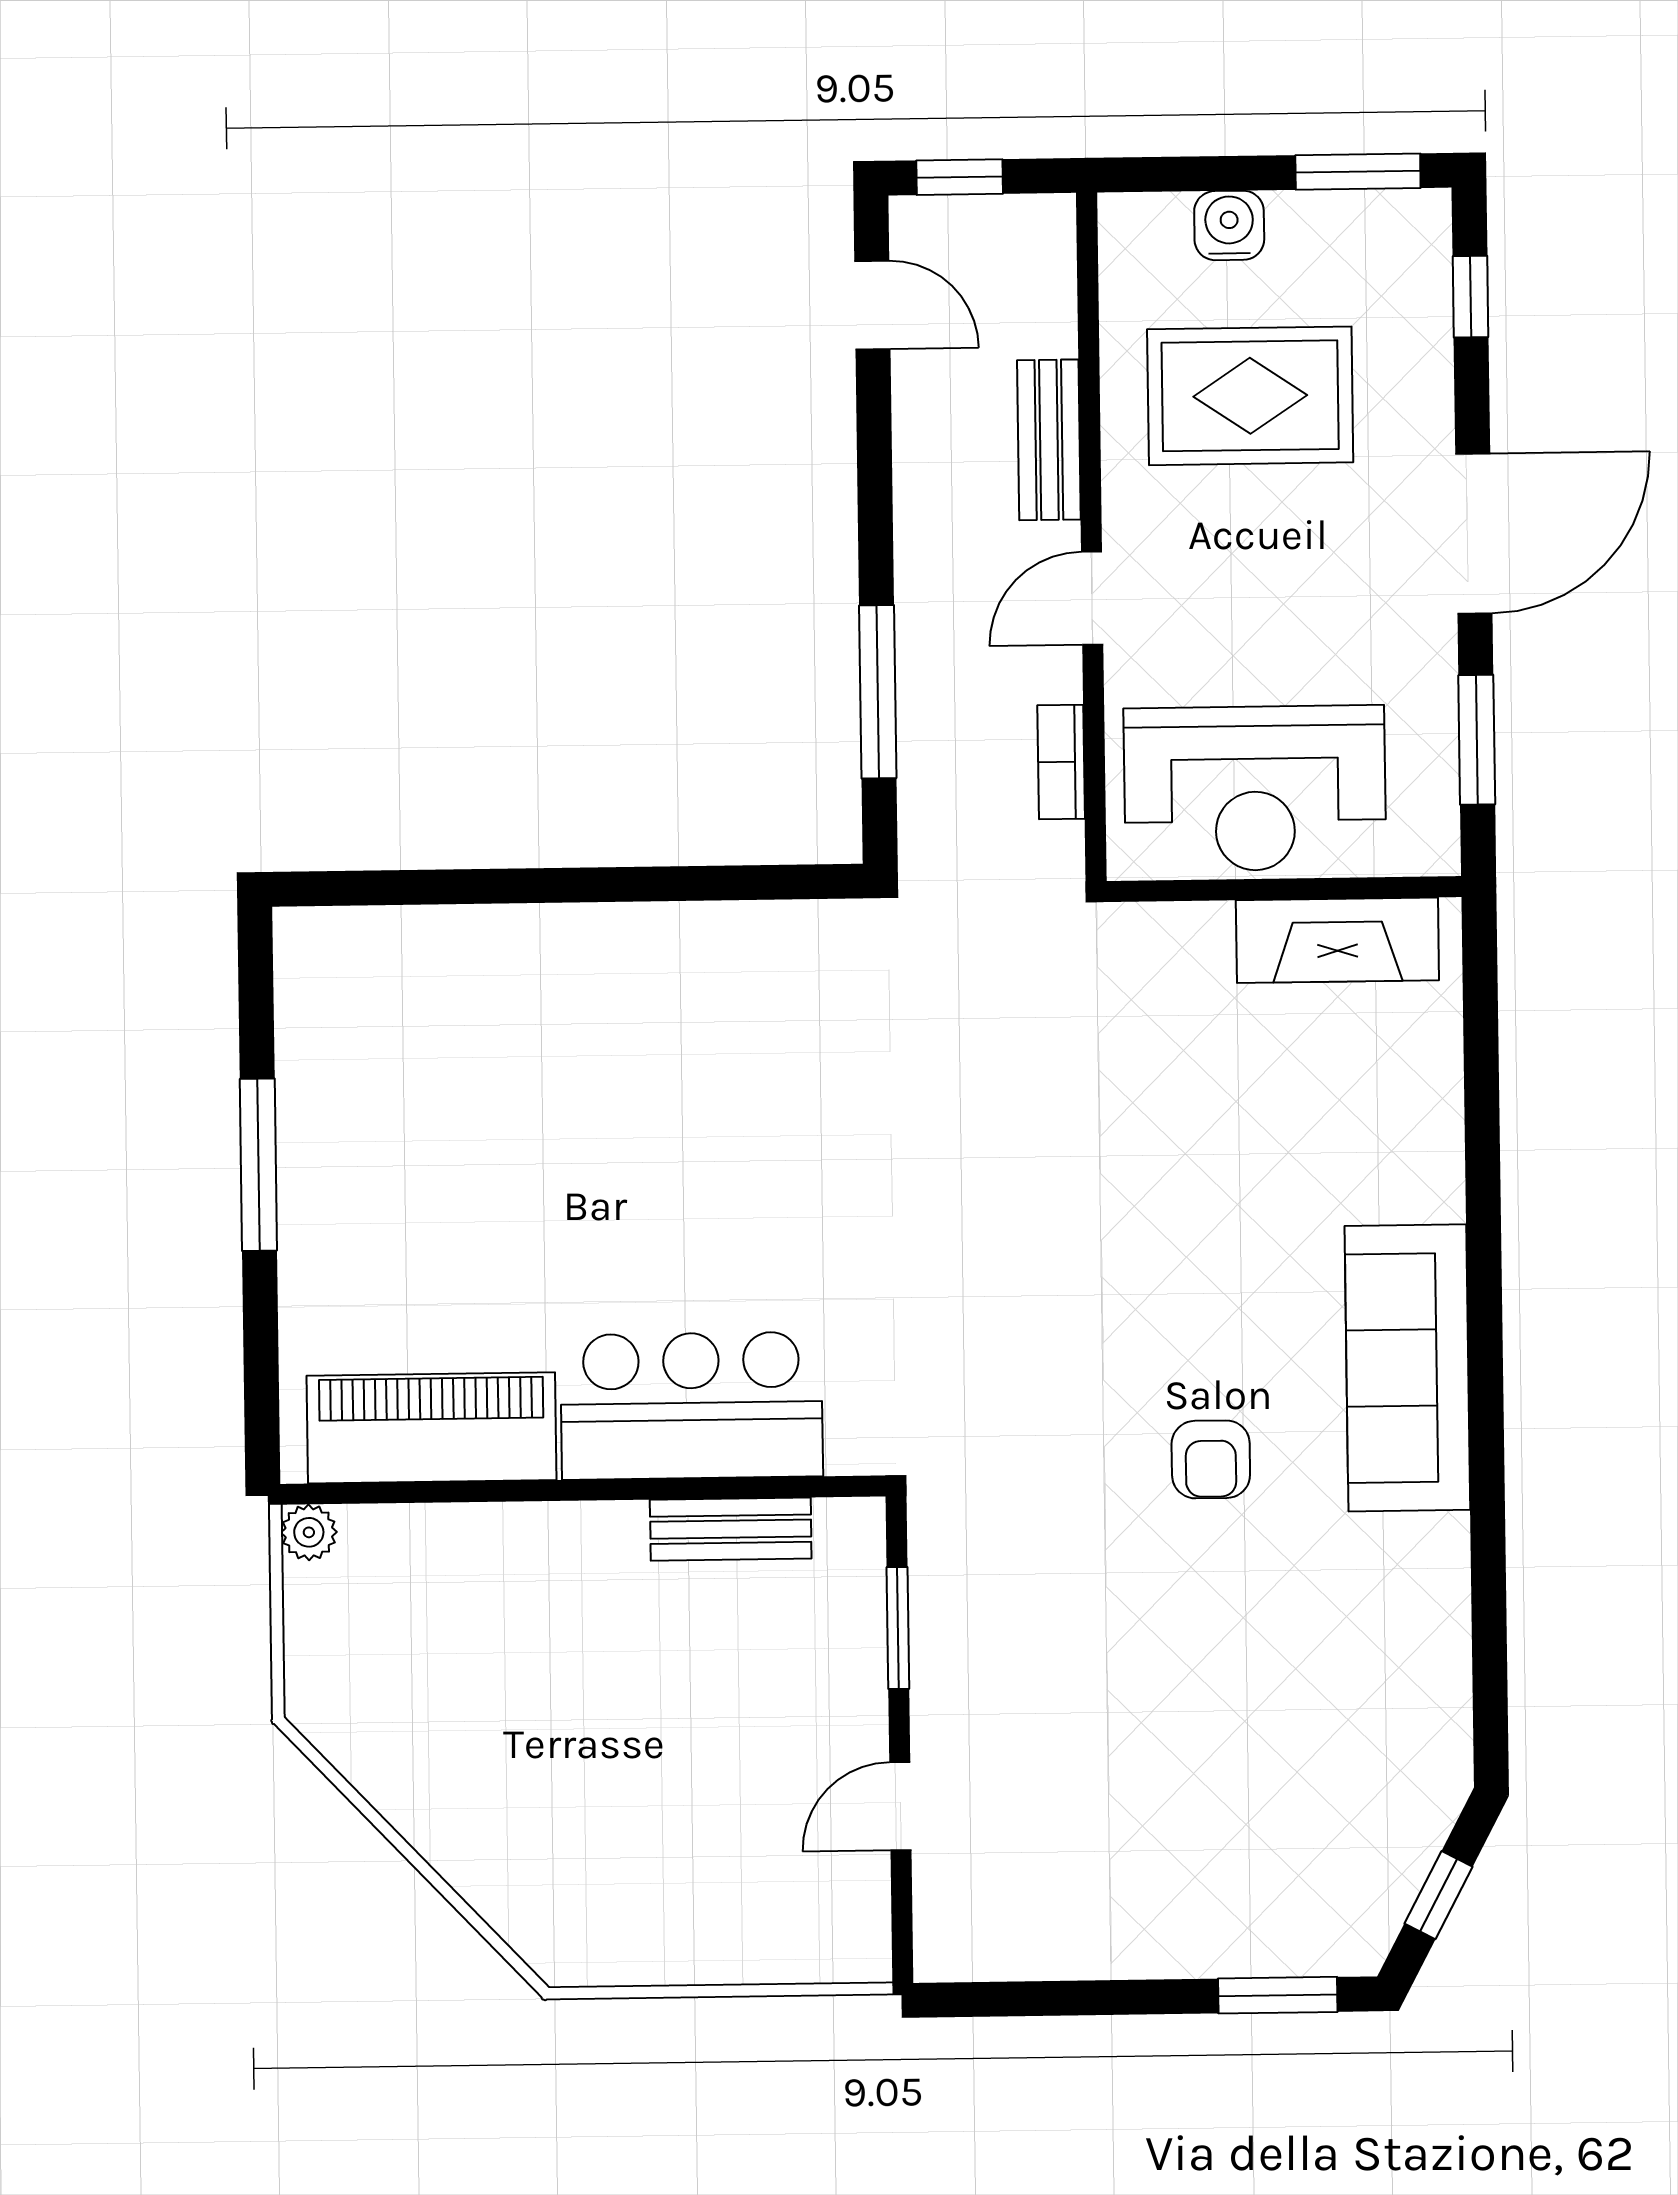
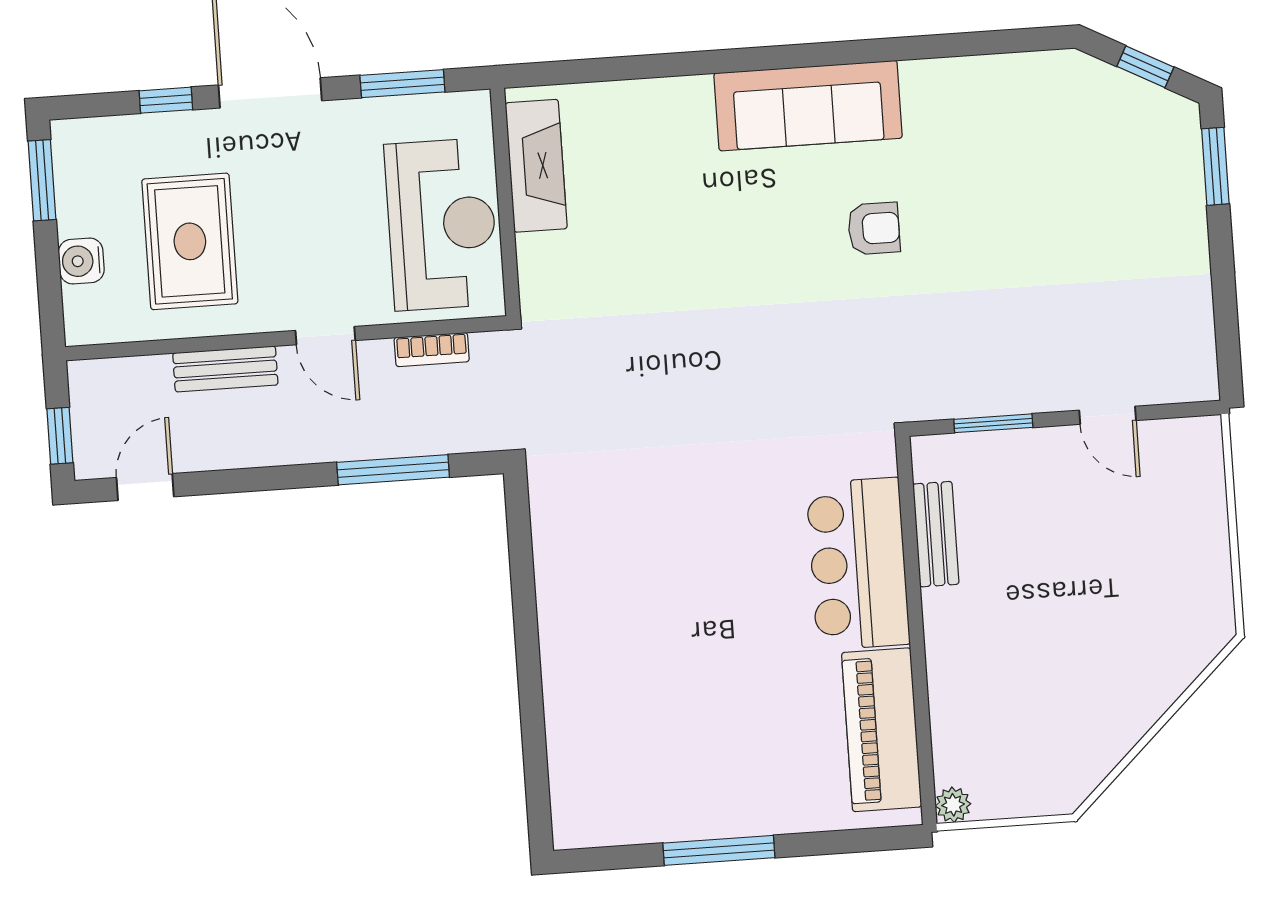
window: (1471, 297) -> (166, 100), moved

